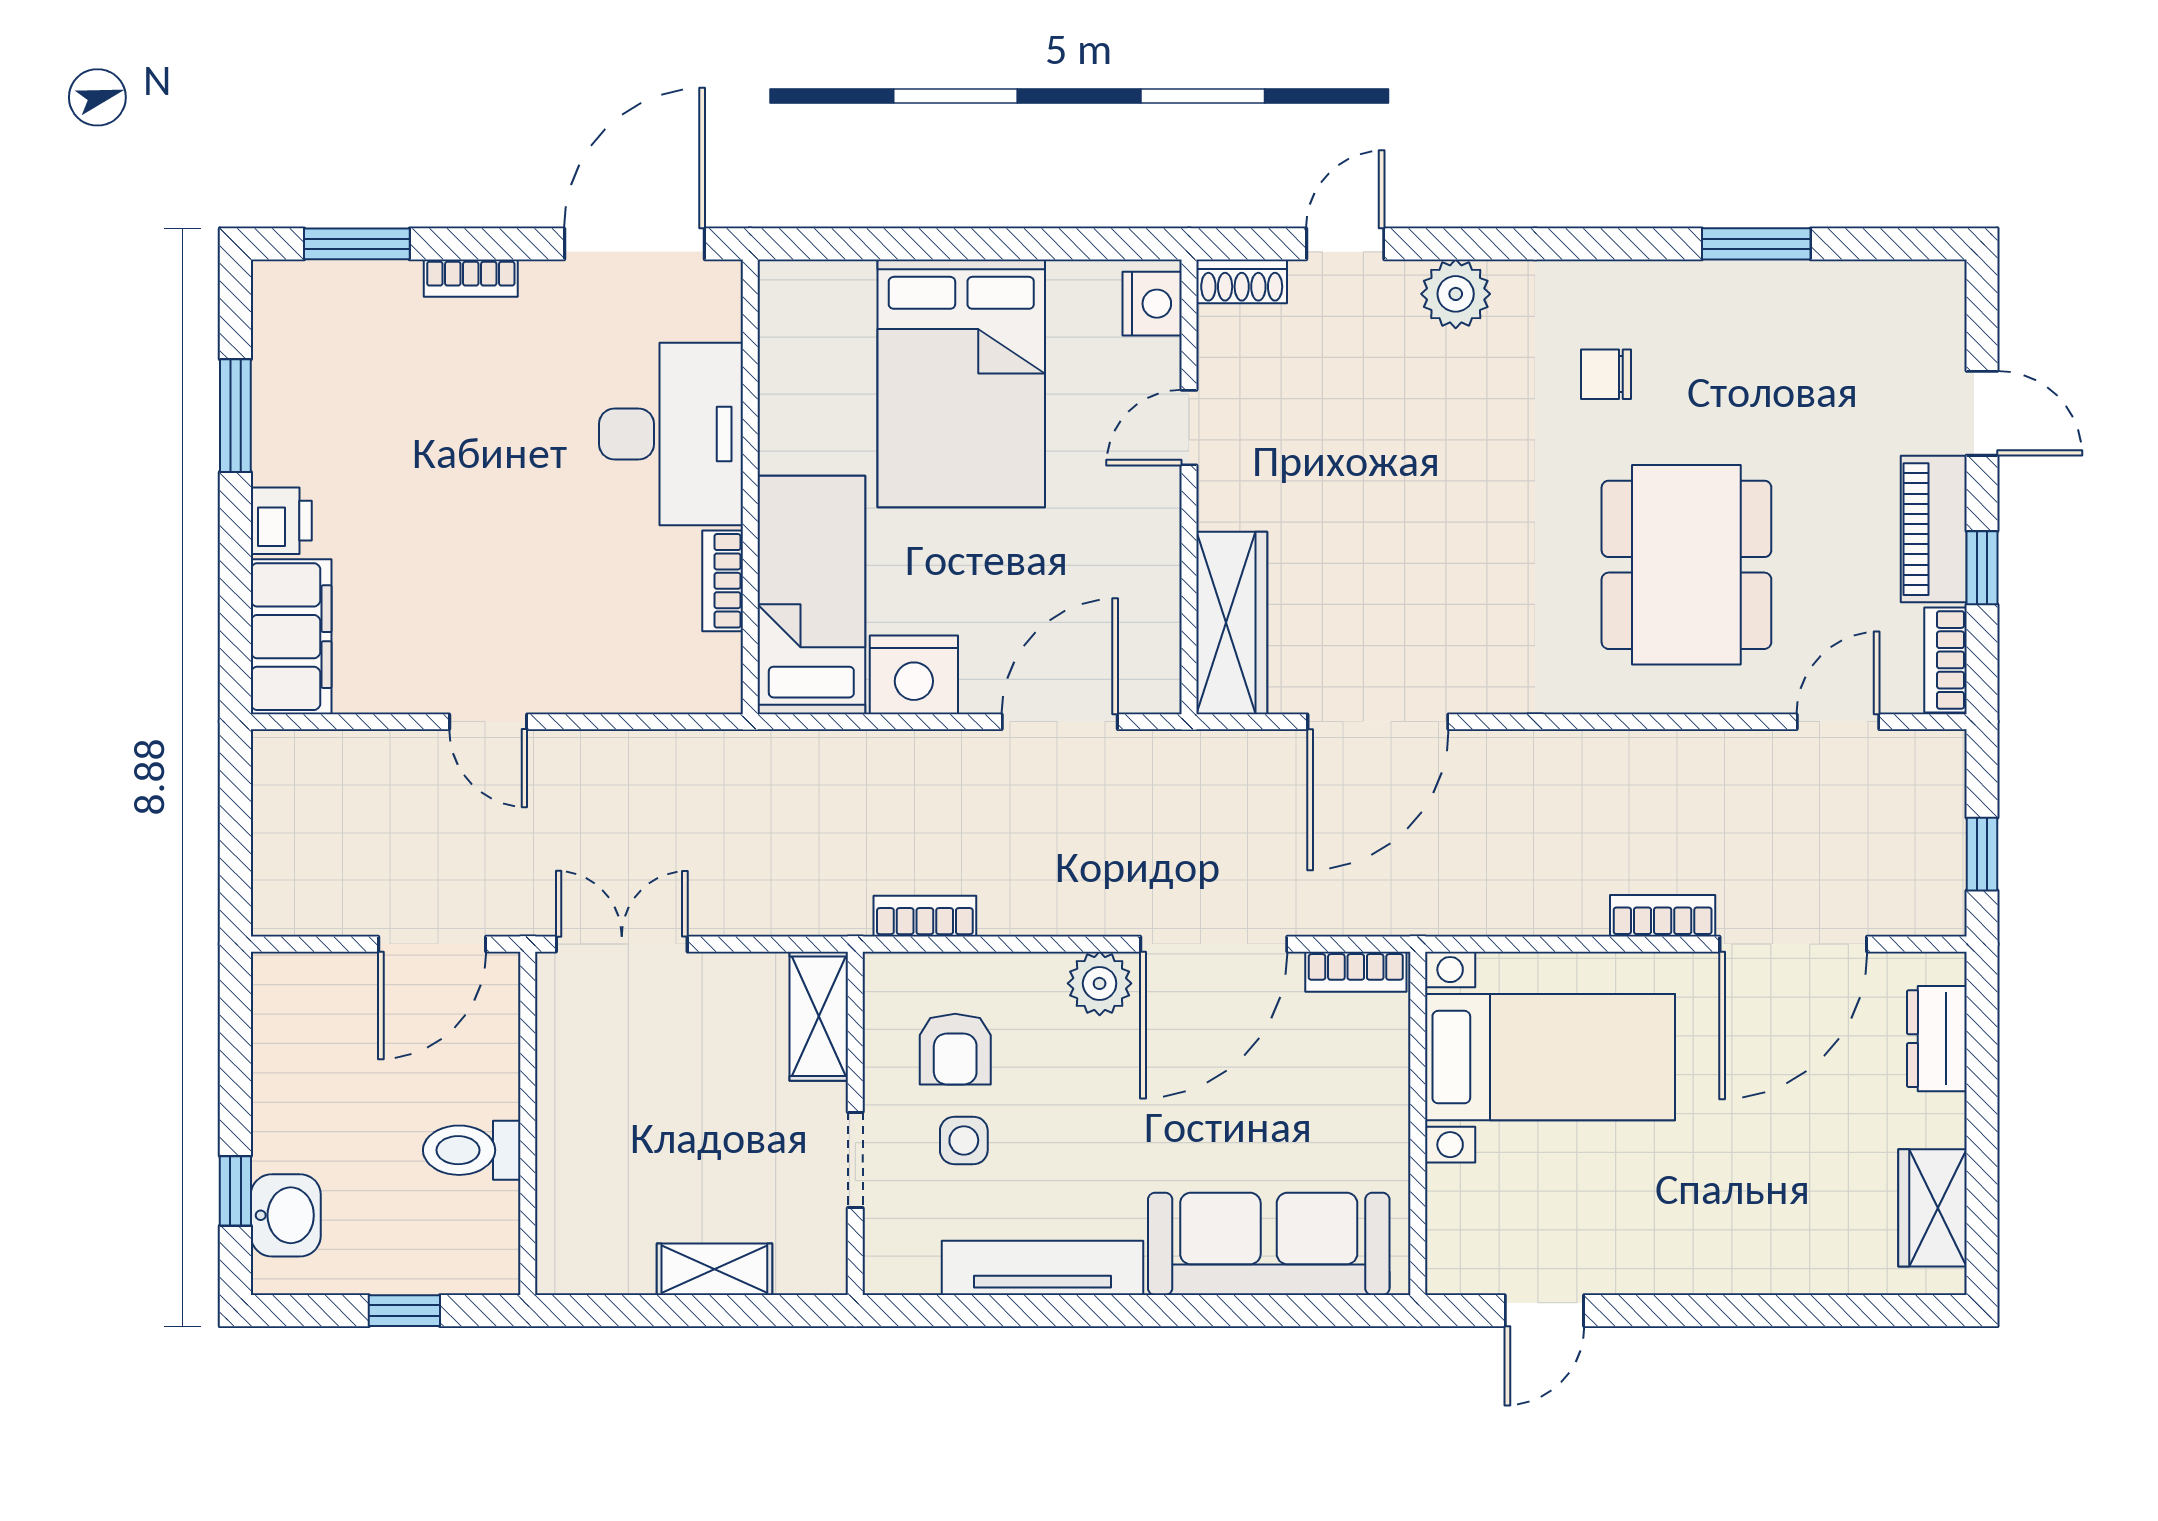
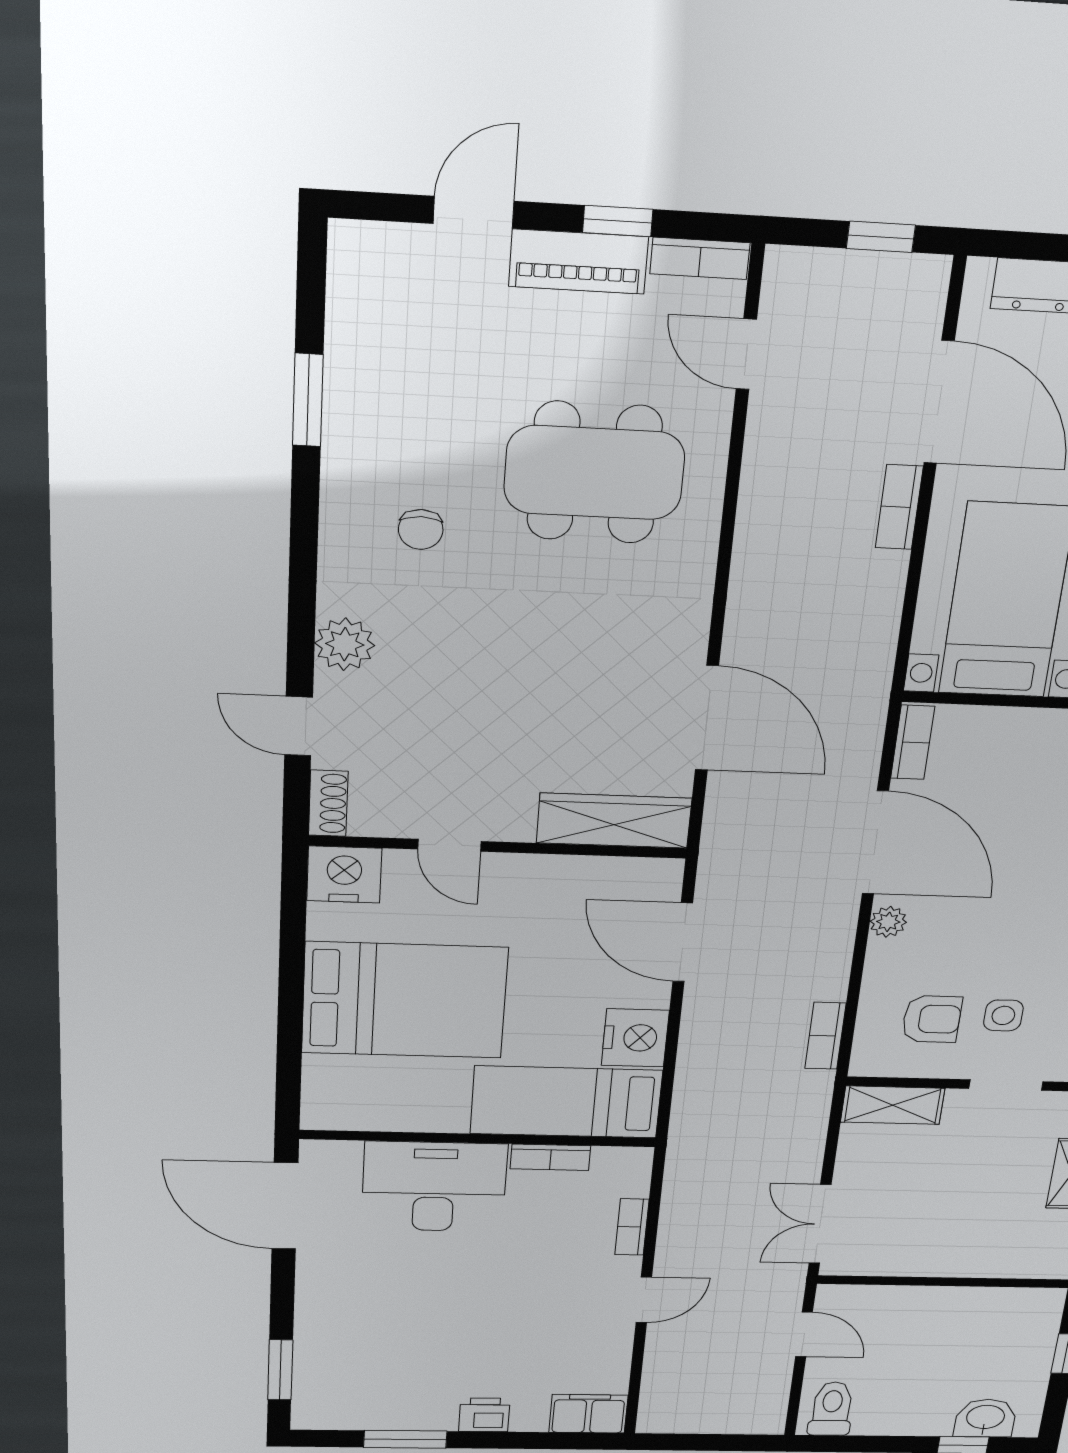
bookcase: (471, 278) -> (632, 1227), moved, turned 180
nightstand: (1152, 304) -> (344, 875), width x1.36, depth x1.33
filing cabinet: (291, 637) -> (588, 1414), width x0.67, depth x0.86
door: (432, 944) -> (804, 1334), width x0.73
plant: (1100, 983) -> (888, 922), width x0.73, depth x0.73
toilet: (472, 1150) -> (832, 1409), moved, turned 180

